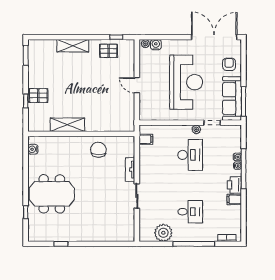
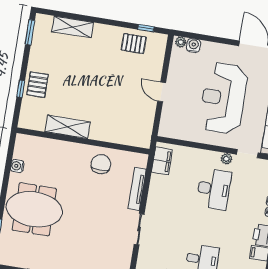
shelving: (73, 46) -> (73, 27), moved
reception desk: (186, 82) -> (223, 98), turned 180
pallet: (38, 96) -> (38, 85), turned 90
filing cabinet: (146, 139) -> (162, 161), width x2.00
water cooler: (33, 149) -> (17, 166), moved
tv unit: (130, 170) -> (137, 189), width x1.41

